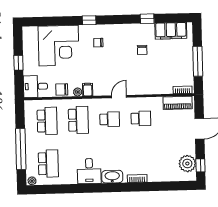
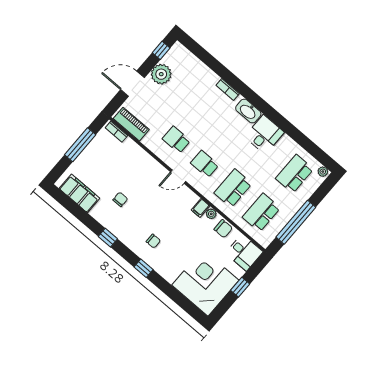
window: (147, 19) -> (108, 238), moved
corner desk: (59, 46) -> (205, 283), moved
window: (21, 149) -> (296, 222), moved
plant: (187, 164) -> (161, 74), moved

